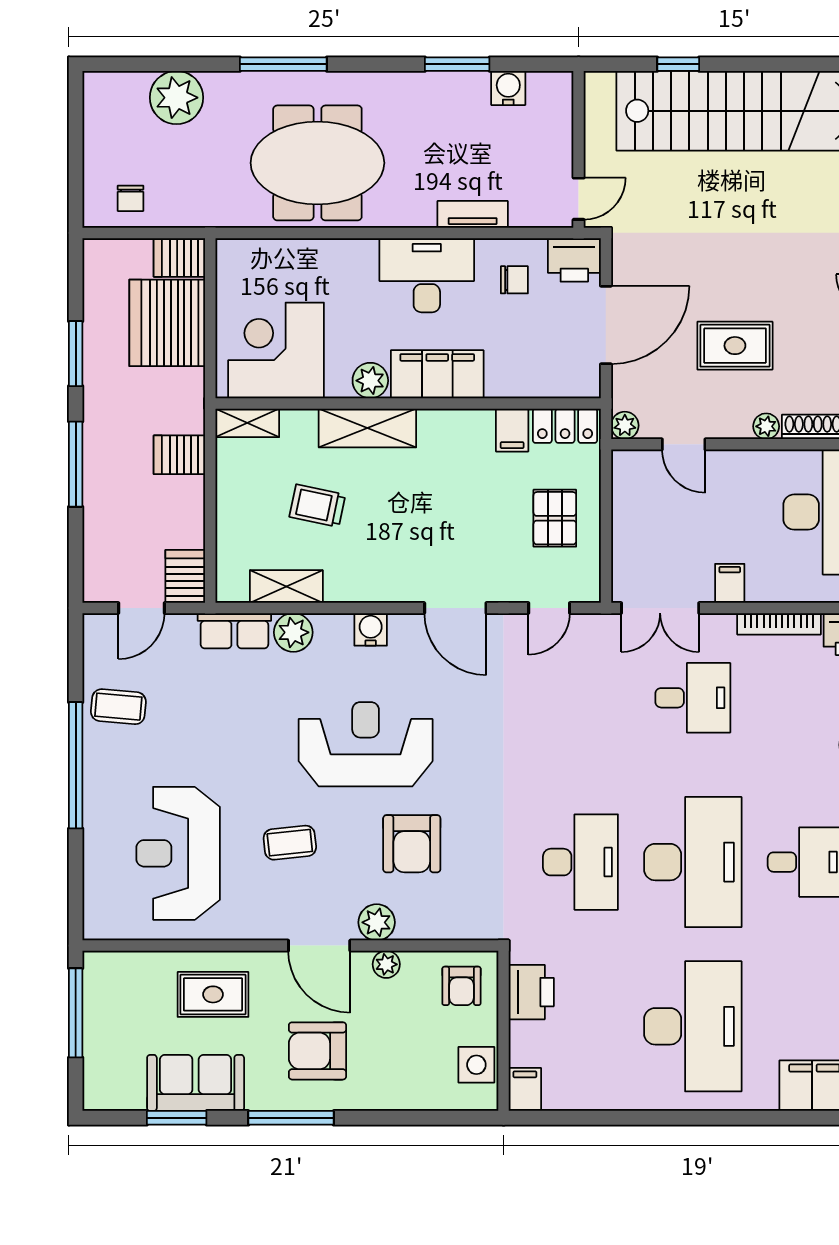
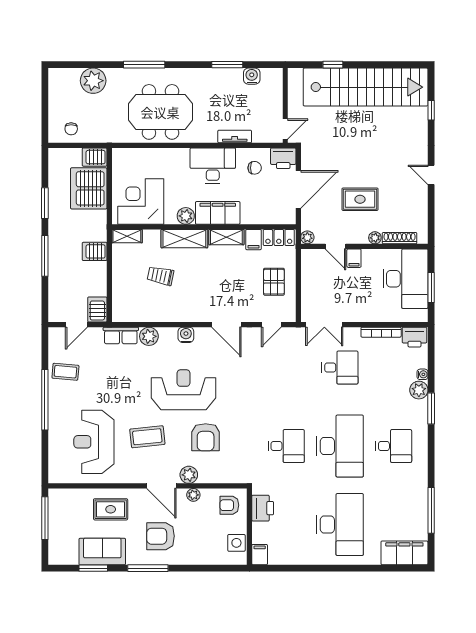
filing cabinet: (730, 583) -> (354, 258), moved, turned 180
shelving: (286, 586) -> (226, 237), moved
coffee table: (290, 843) -> (147, 437), width x1.36, depth x1.30
desk: (580, 862) -> (286, 446), width x0.73
armchair: (461, 986) -> (229, 505), turned 90

